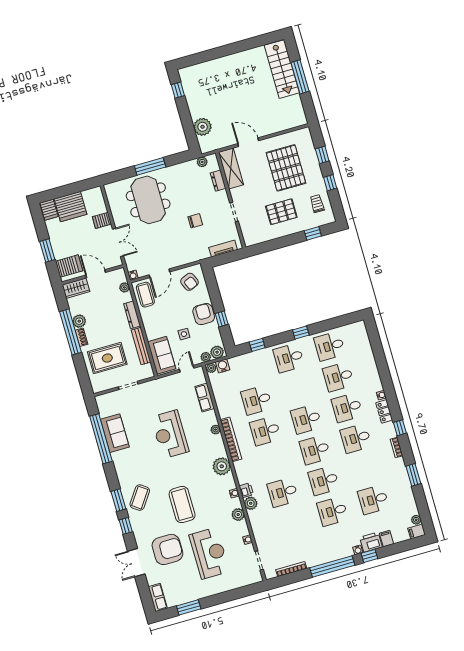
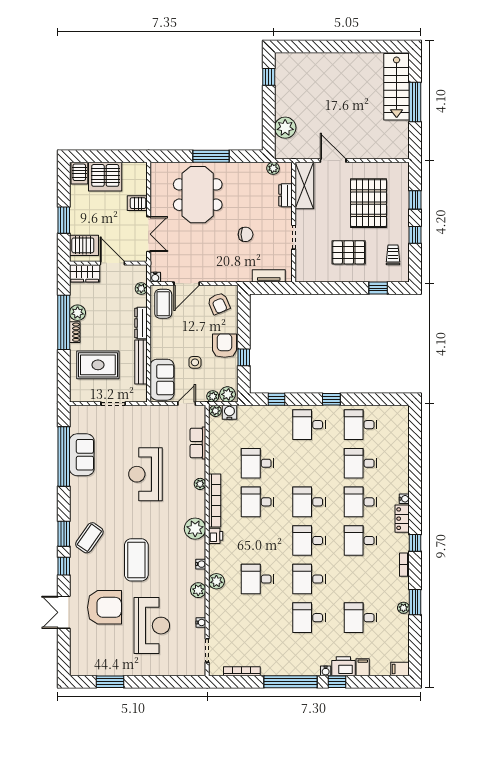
printer: (246, 490) -> (216, 536), moved
plant: (416, 520) -> (403, 608), moved
row of seats: (158, 598) -> (77, 660), removed

